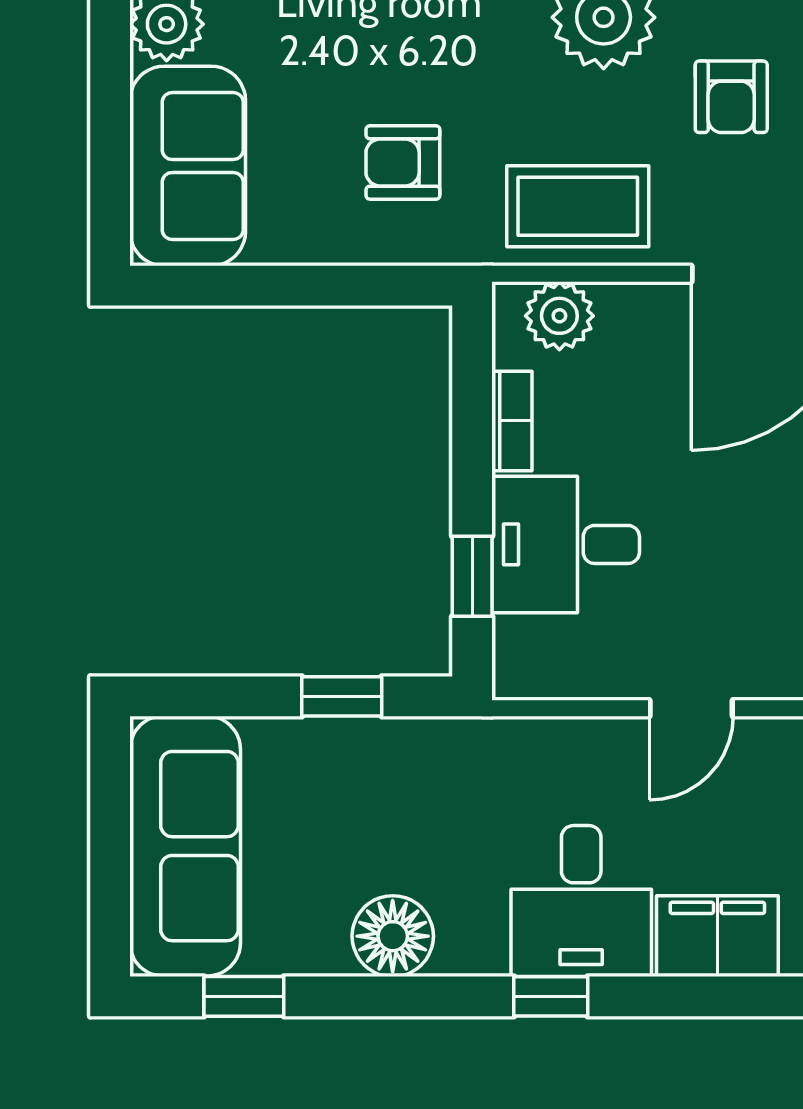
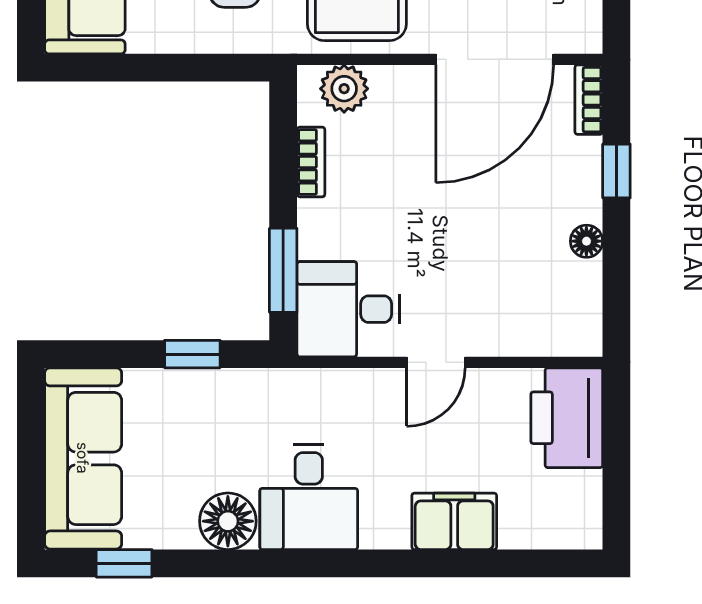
desk: (566, 544) -> (348, 309), moved
window: (472, 576) -> (283, 270), width x1.50
desk: (581, 901) -> (309, 497), moved
window: (551, 996) -> (338, 563), removed

